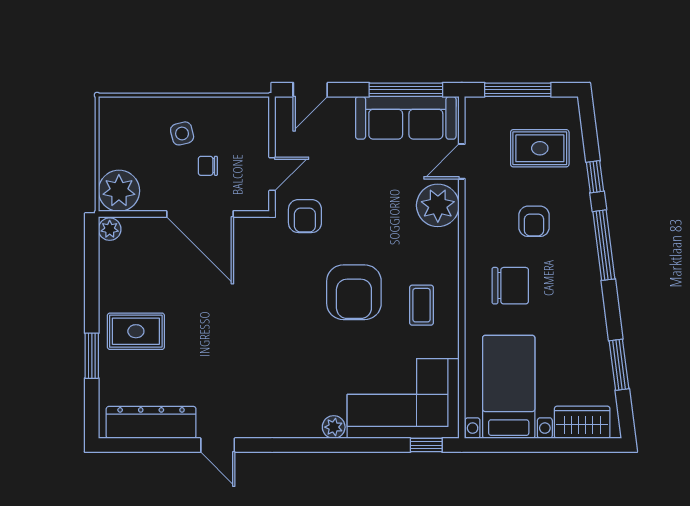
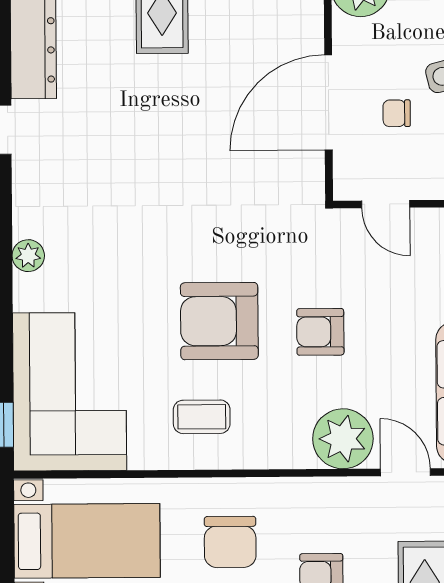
chair: (208, 166) -> (397, 113), turned -90
armchair: (305, 216) -> (320, 332), moved
plant: (334, 427) -> (28, 256), moved

